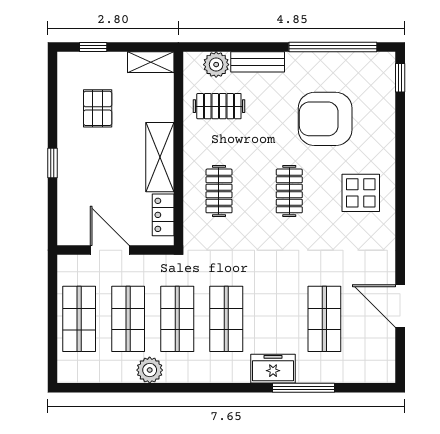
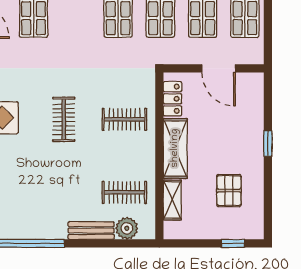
shelving: (151, 62) -> (172, 200), moved, turned 90
armchair: (325, 119) -> (33, 181), removed
clothes rail: (219, 191) -> (124, 119), turned 90

